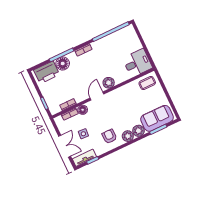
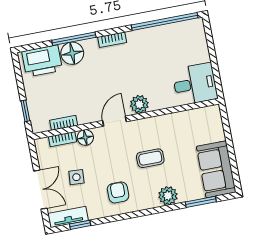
coffee table: (147, 83) -> (150, 158), moved
sofa: (157, 118) -> (216, 169), moved, turned -90
plant: (128, 136) -> (148, 200), removed

